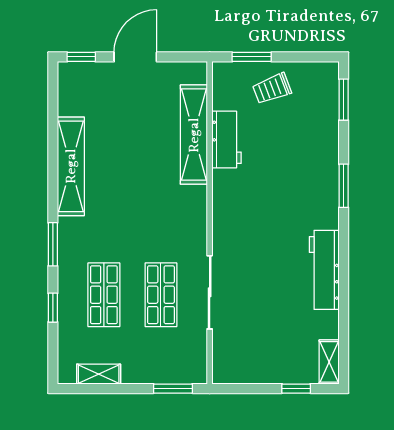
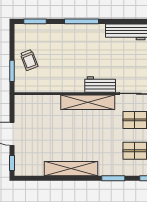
shelving: (194, 135) -> (88, 102), moved
workbench: (227, 140) -> (100, 85), moved
window: (344, 186) -> (82, 21), width x1.44

